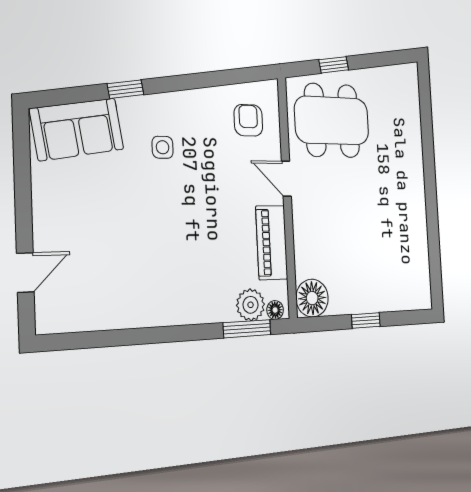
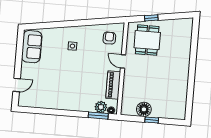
window: (126, 89) -> (61, 24), removed
dining table: (332, 120) -> (147, 40), width x0.73
sofa: (77, 129) -> (32, 47), moved, turned -81
floor lamp: (312, 298) -> (144, 109), moved

